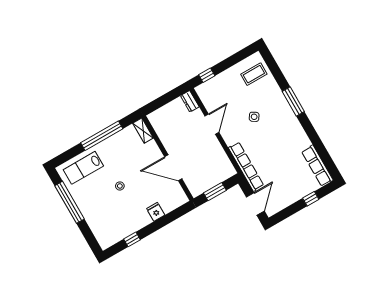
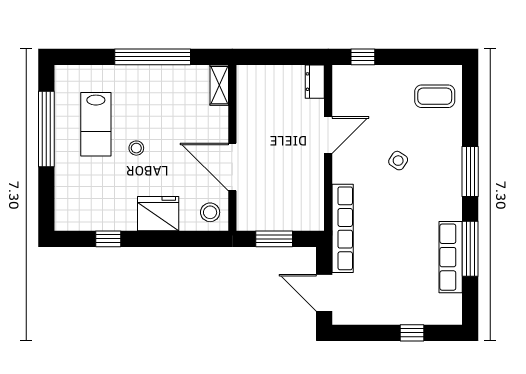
window: (316, 140) -> (470, 249), added
row of seats: (317, 166) -> (451, 257), moved
lab bench: (83, 168) -> (96, 124), moved, turned -90
stool: (175, 197) -> (210, 212), added
door: (255, 204) -> (324, 293), swing flipped
fridge: (156, 212) -> (158, 214), width x1.88, depth x1.34

